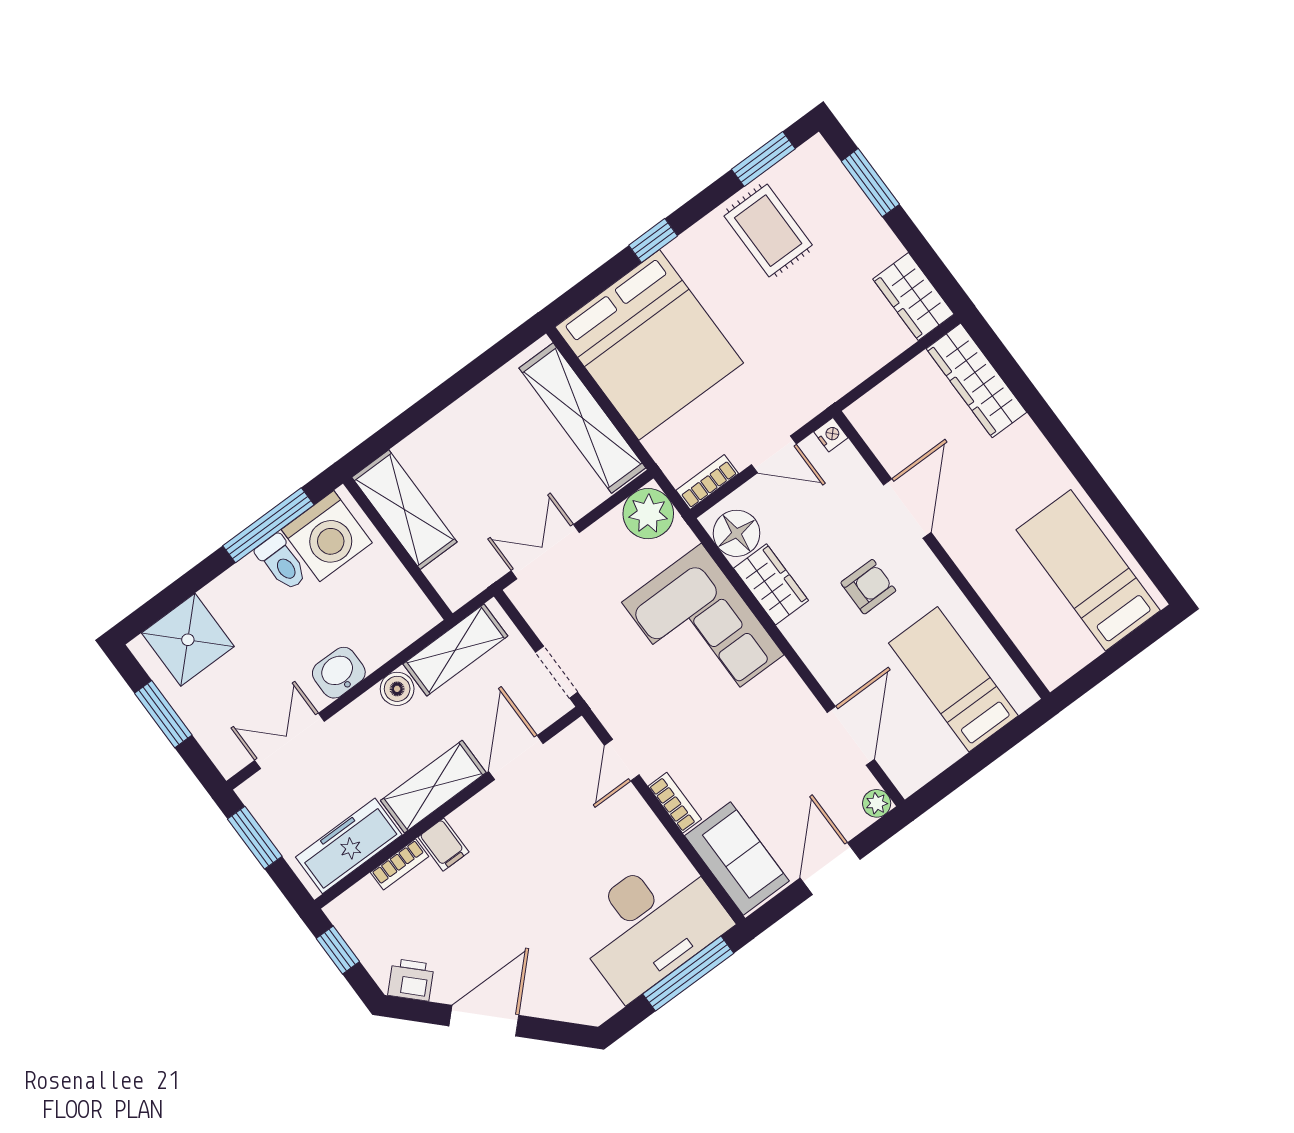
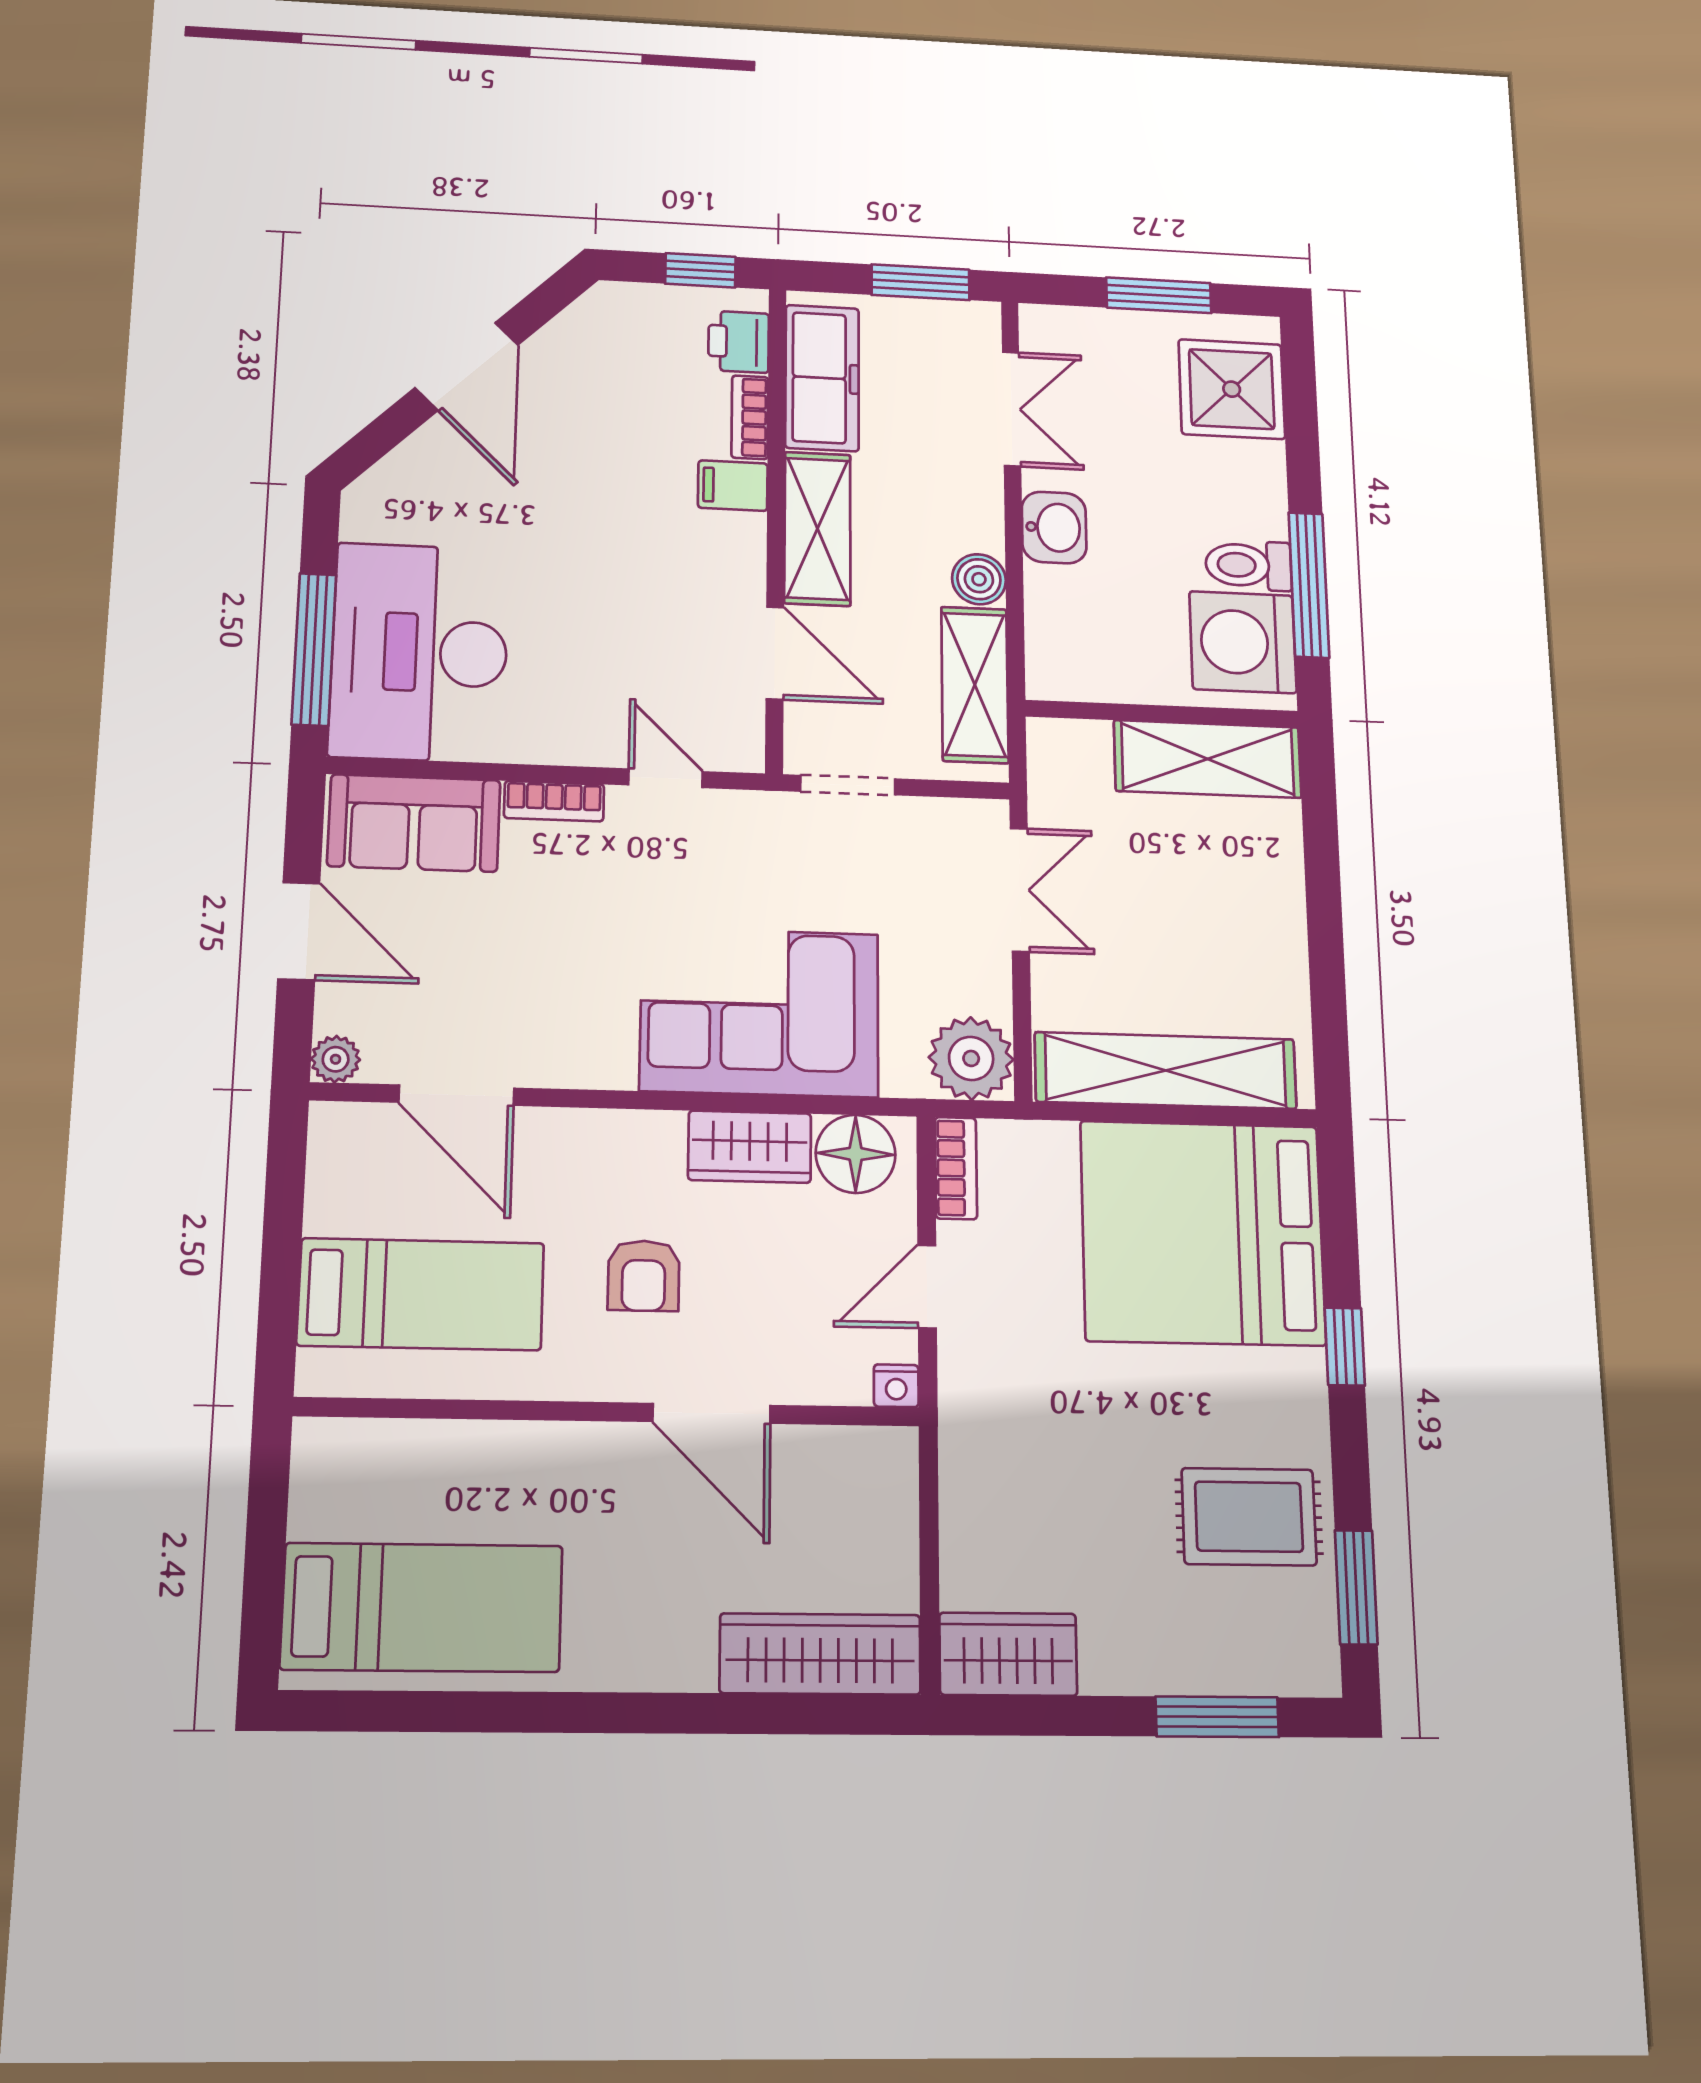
printer: (411, 980) -> (739, 342), moved, turned 135

